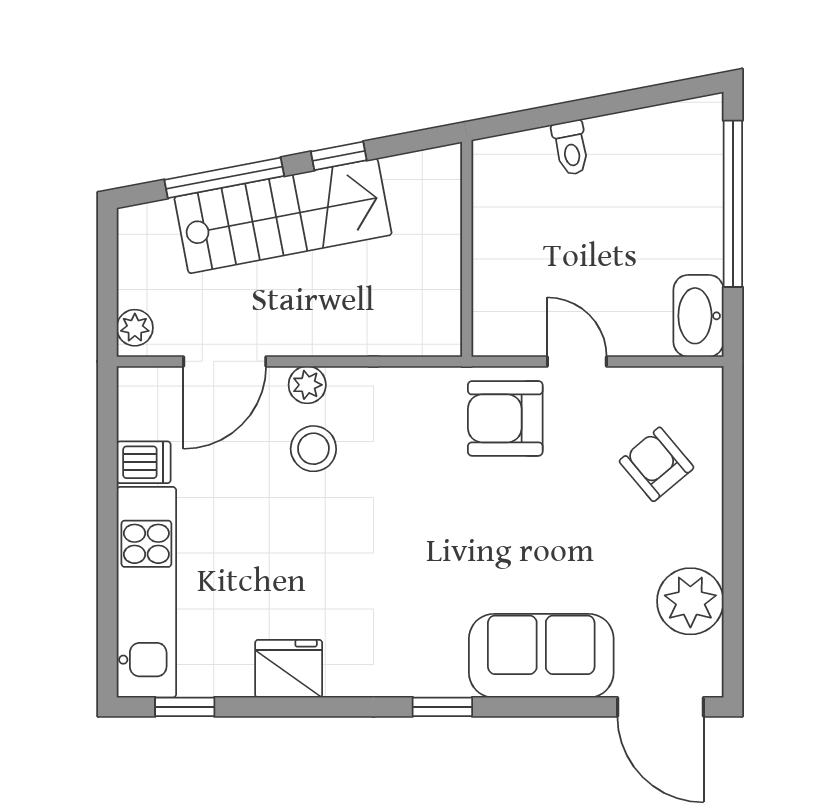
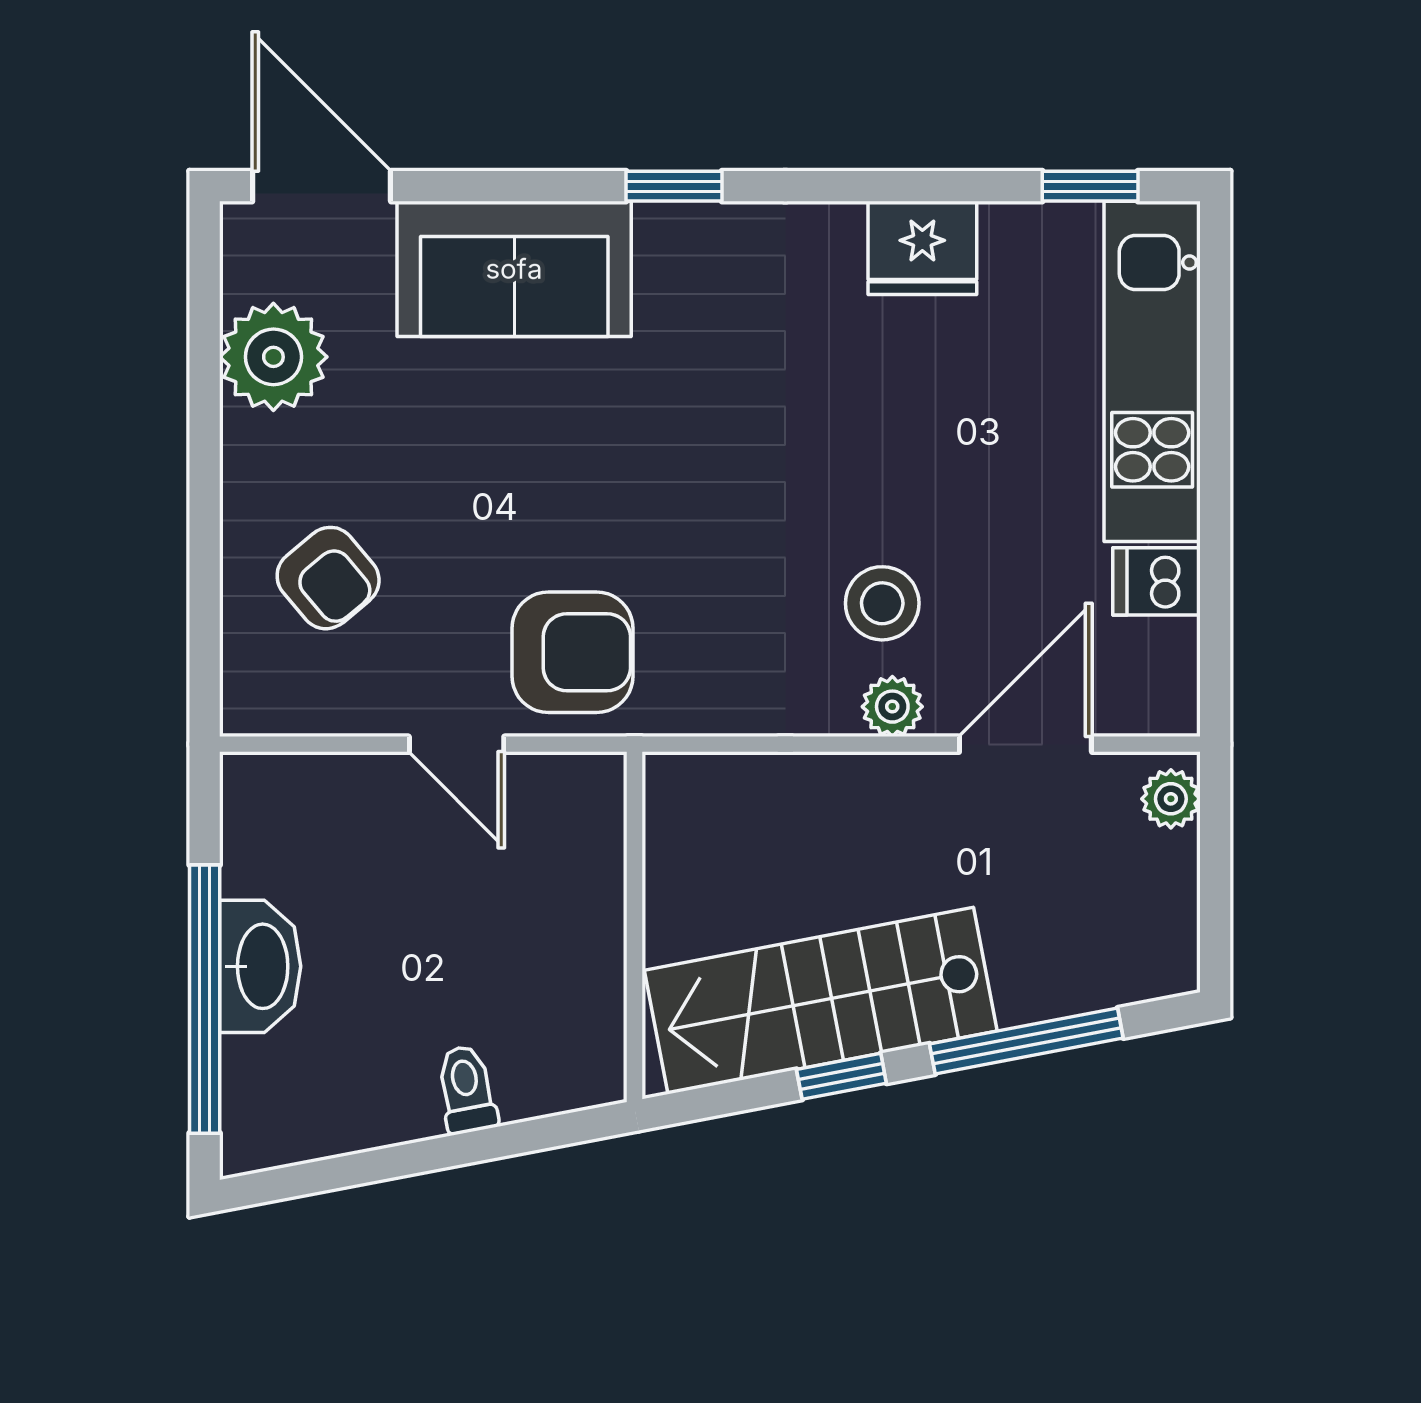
stairs: (283, 216) -> (821, 1001), moved
washbasin: (698, 316) -> (260, 966), moved

